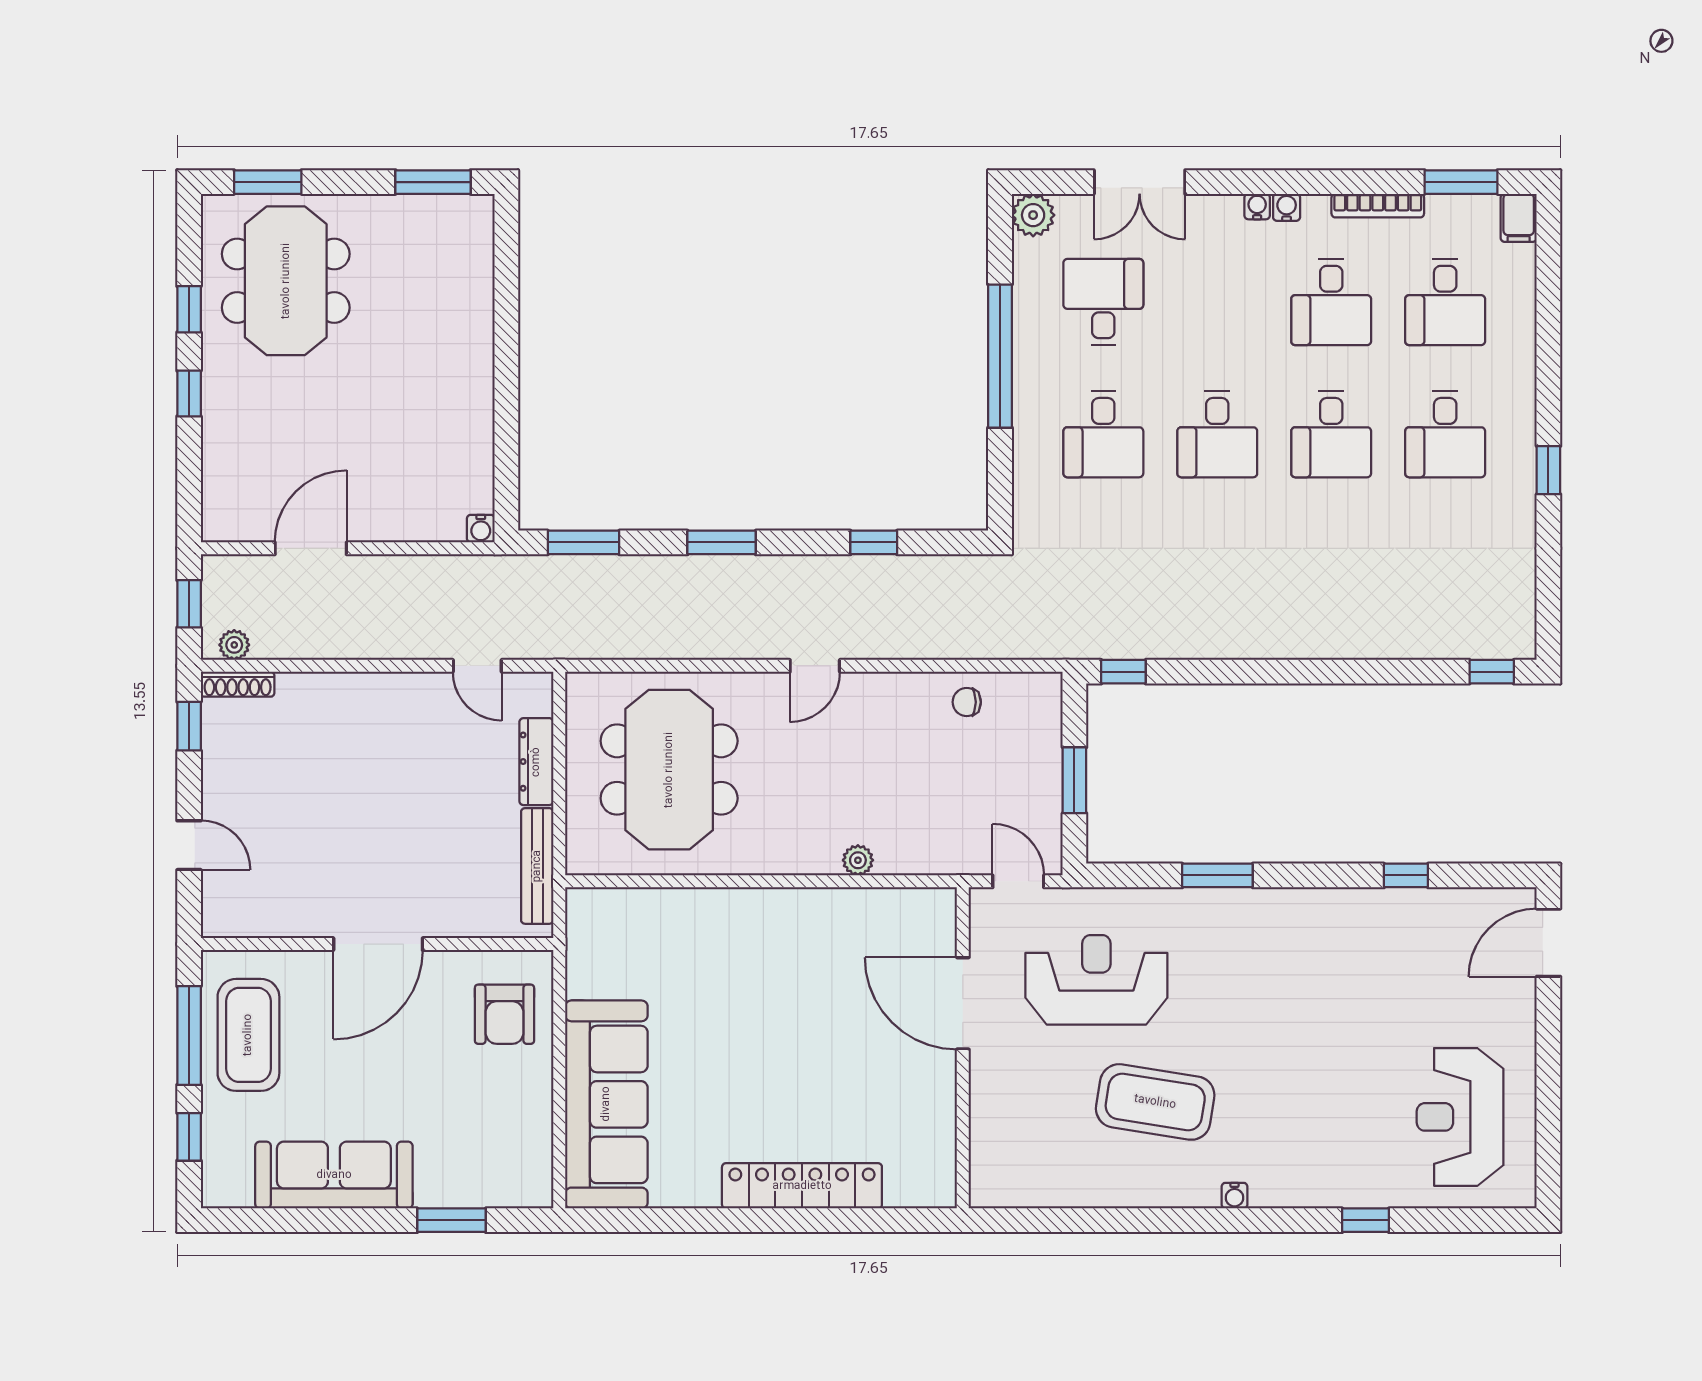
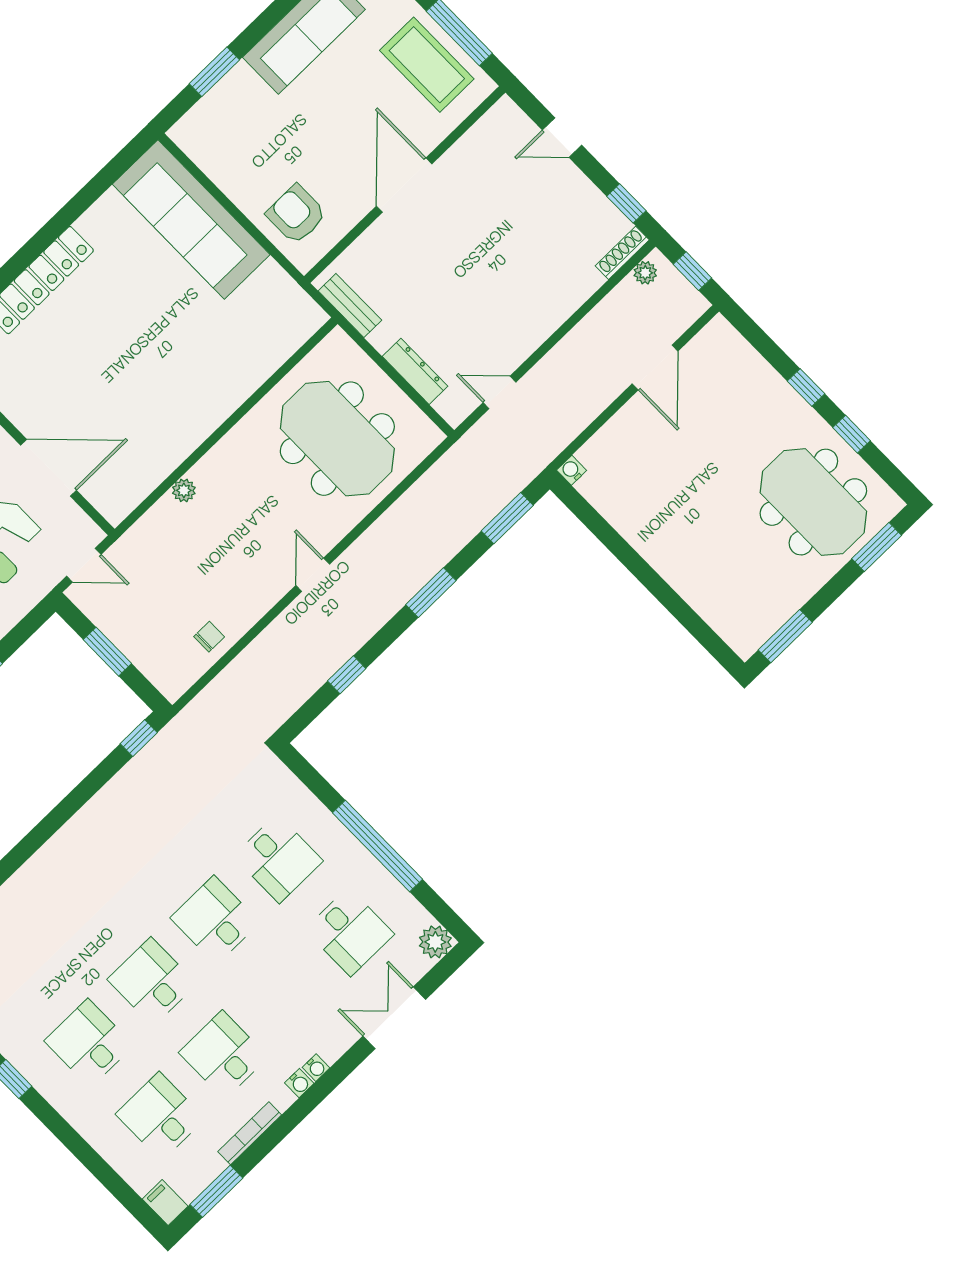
desk: (1103, 434) -> (278, 859), turned 180
bench: (537, 866) -> (350, 306), width x0.73

